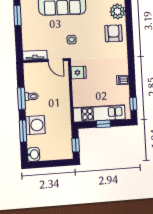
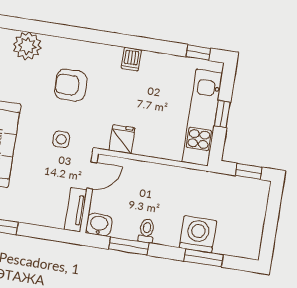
armchair: (114, 33) -> (71, 85), moved
dishwasher: (123, 80) -> (131, 59), moved
window: (21, 99) -> (129, 246), moved
washbasin: (34, 154) -> (99, 225), moved

